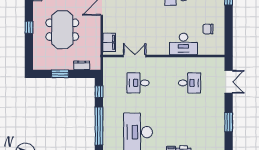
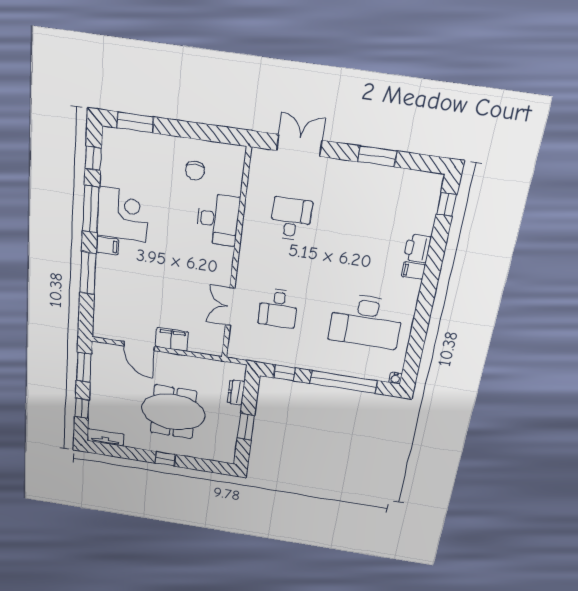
filing cabinet: (109, 42) -> (172, 339), moved

